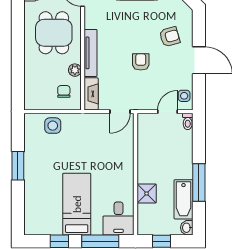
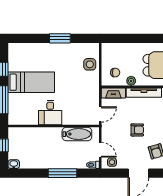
door: (120, 112) -> (100, 114), swing flipped
window: (199, 183) -> (63, 173), moved
shower: (147, 193) -> (39, 134), removed
bathtub: (183, 199) -> (77, 134), moved, turned 180
desk: (119, 219) -> (50, 112), moved, turned -90

